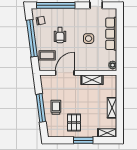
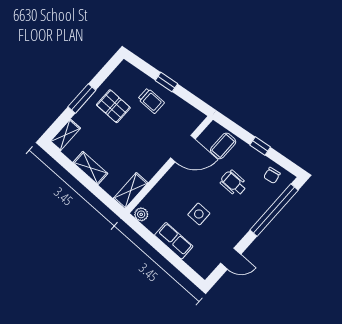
row of seats: (111, 34) -> (174, 241), width x0.68
window: (32, 38) -> (260, 146), width x0.32
door: (65, 73) -> (183, 149), hinge flipped
shelving: (92, 80) -> (131, 191), moved
window: (41, 108) -> (166, 82), width x0.46

